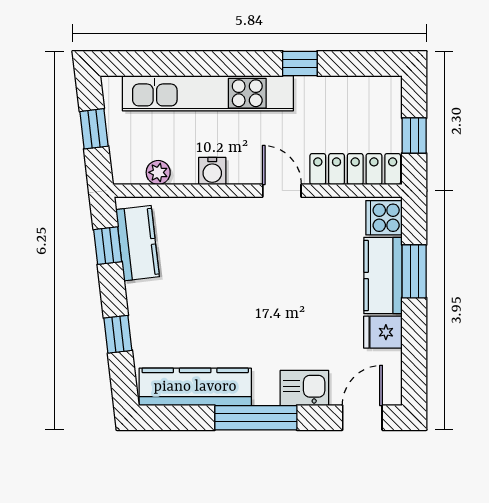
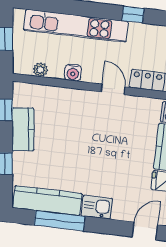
kitchen counter: (138, 243) -> (23, 129), moved
kitchen sink: (304, 388) -> (97, 207), moved
window: (256, 418) -> (60, 221), moved

